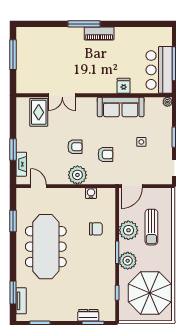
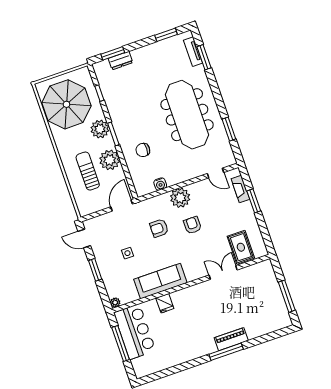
piano: (99, 33) -> (231, 339), moved
armchair: (75, 147) -> (192, 225), turned 90

